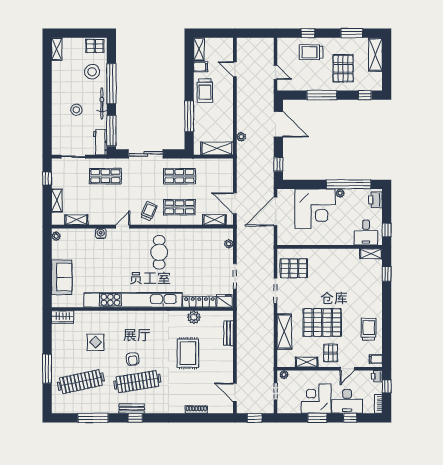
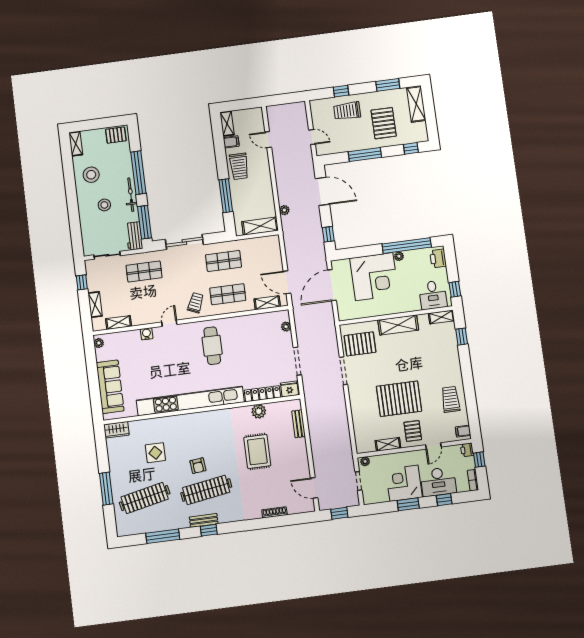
stool: (92, 72) -> (91, 175), moved
sofa: (62, 277) -> (110, 387), width x1.36
shelving: (284, 332) -> (398, 325), moved, turned 90

